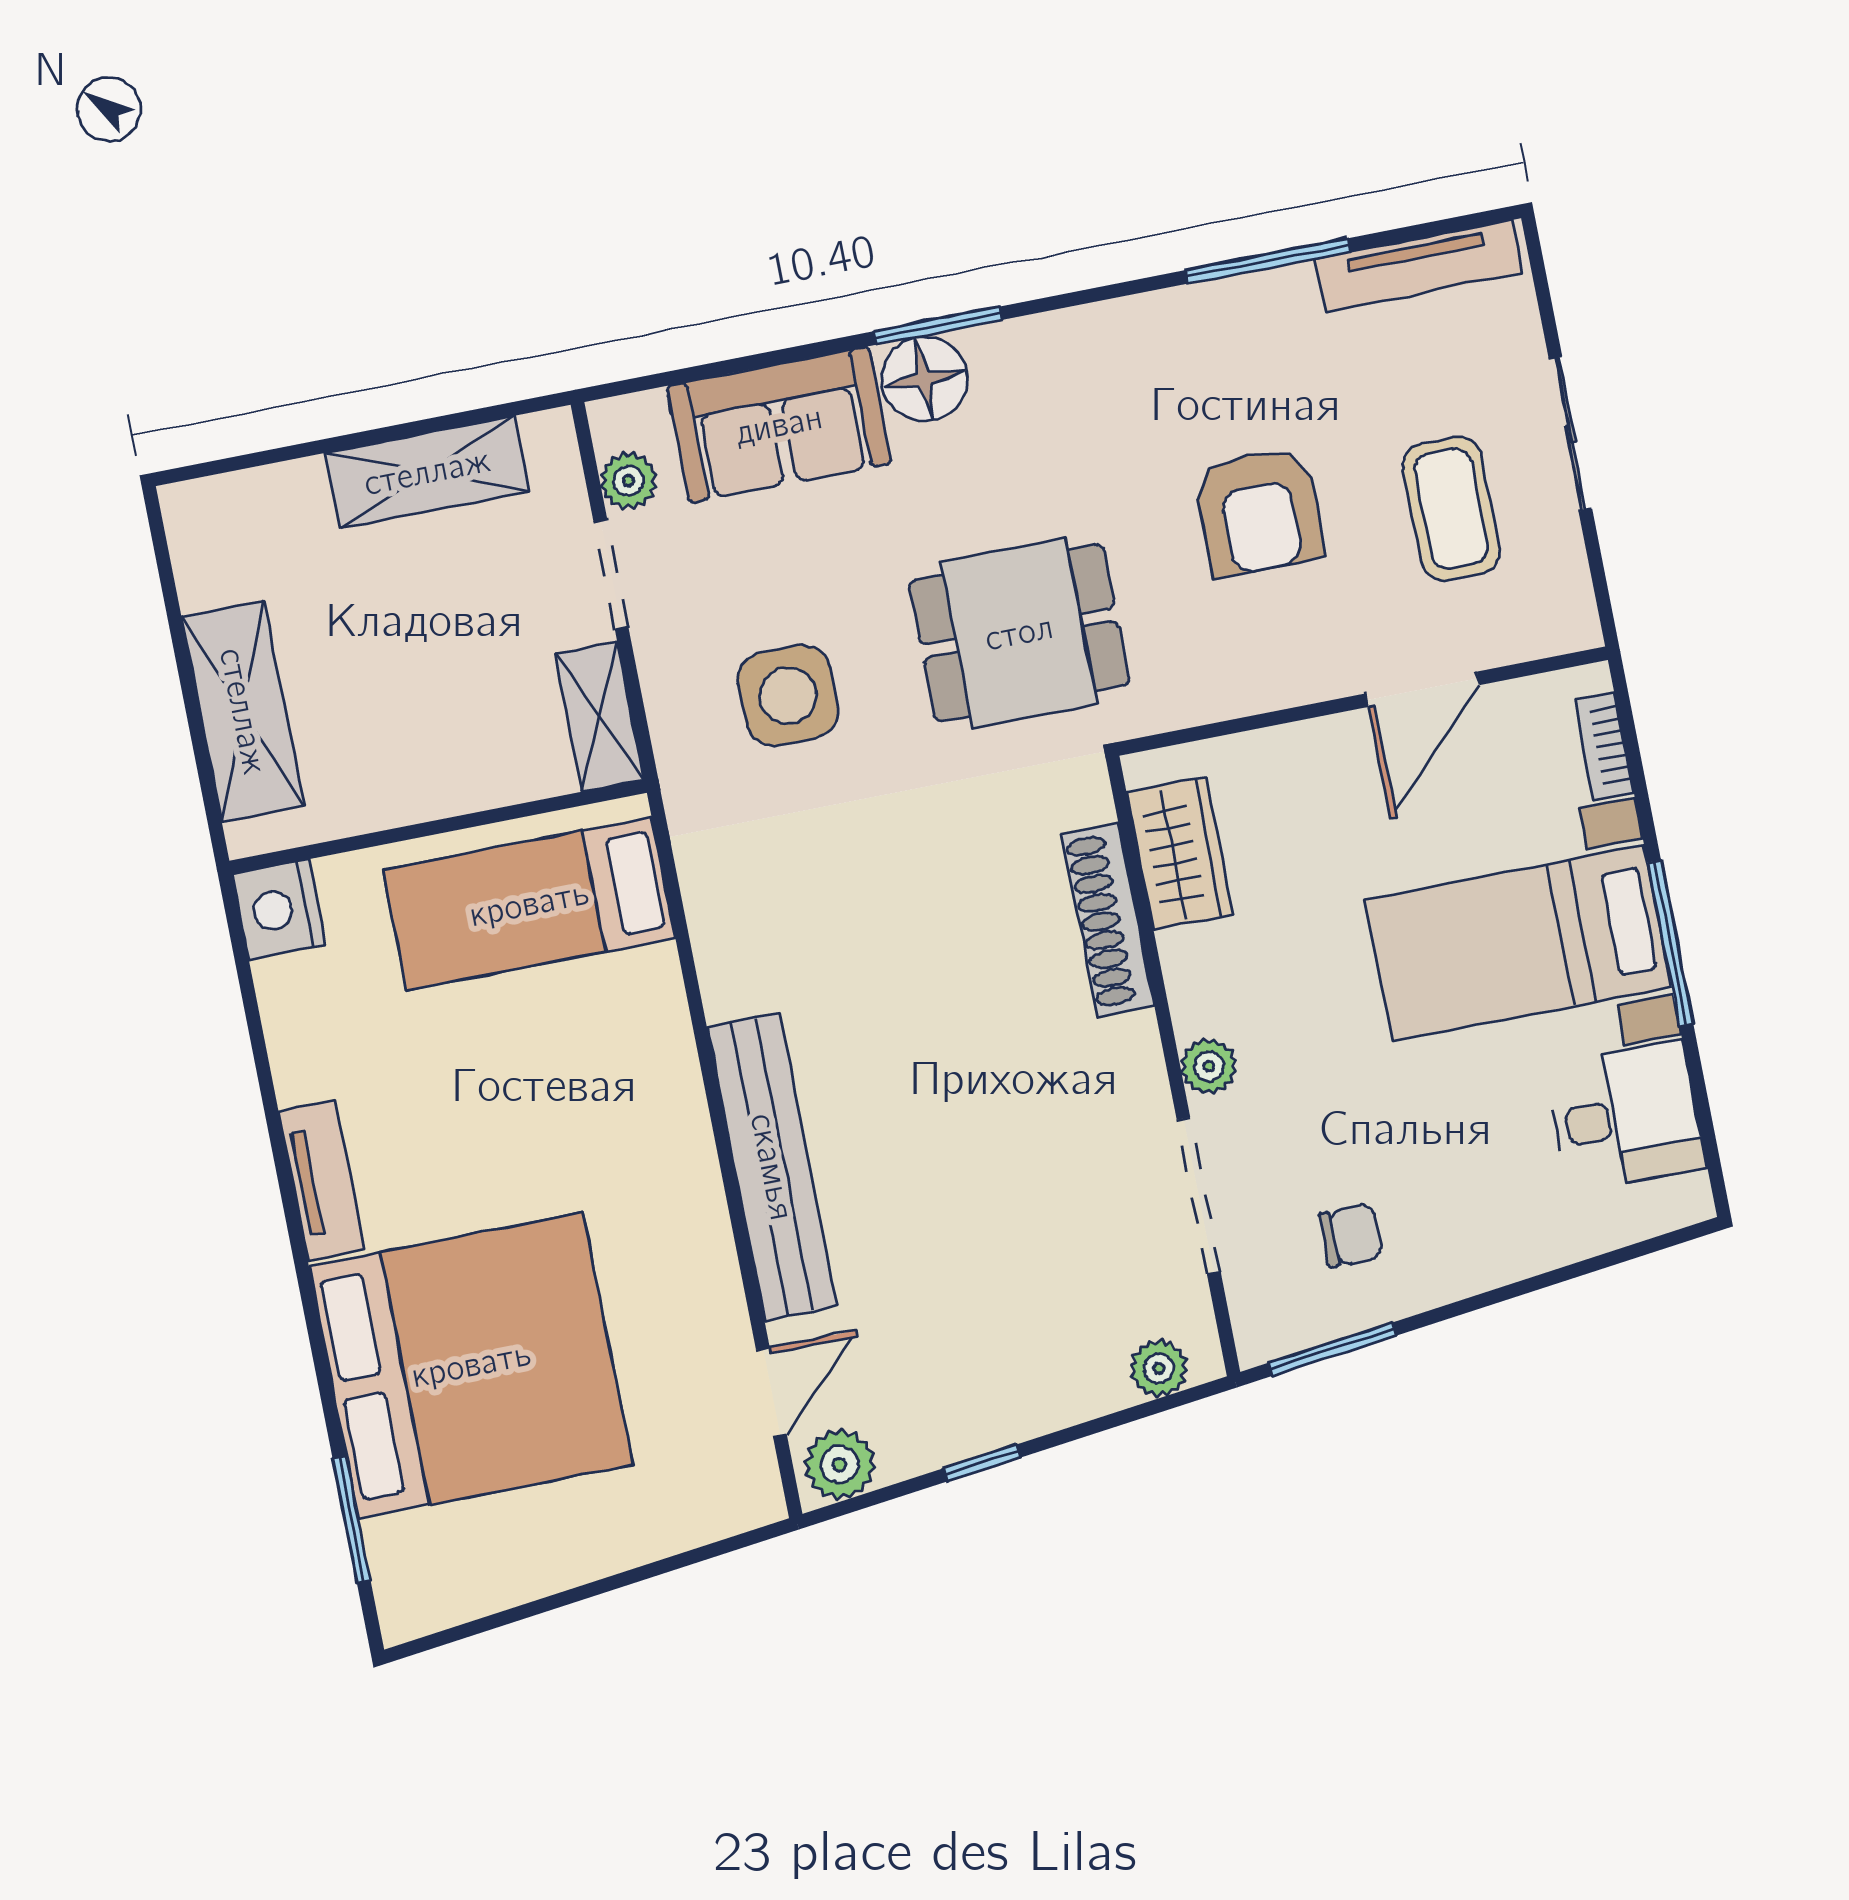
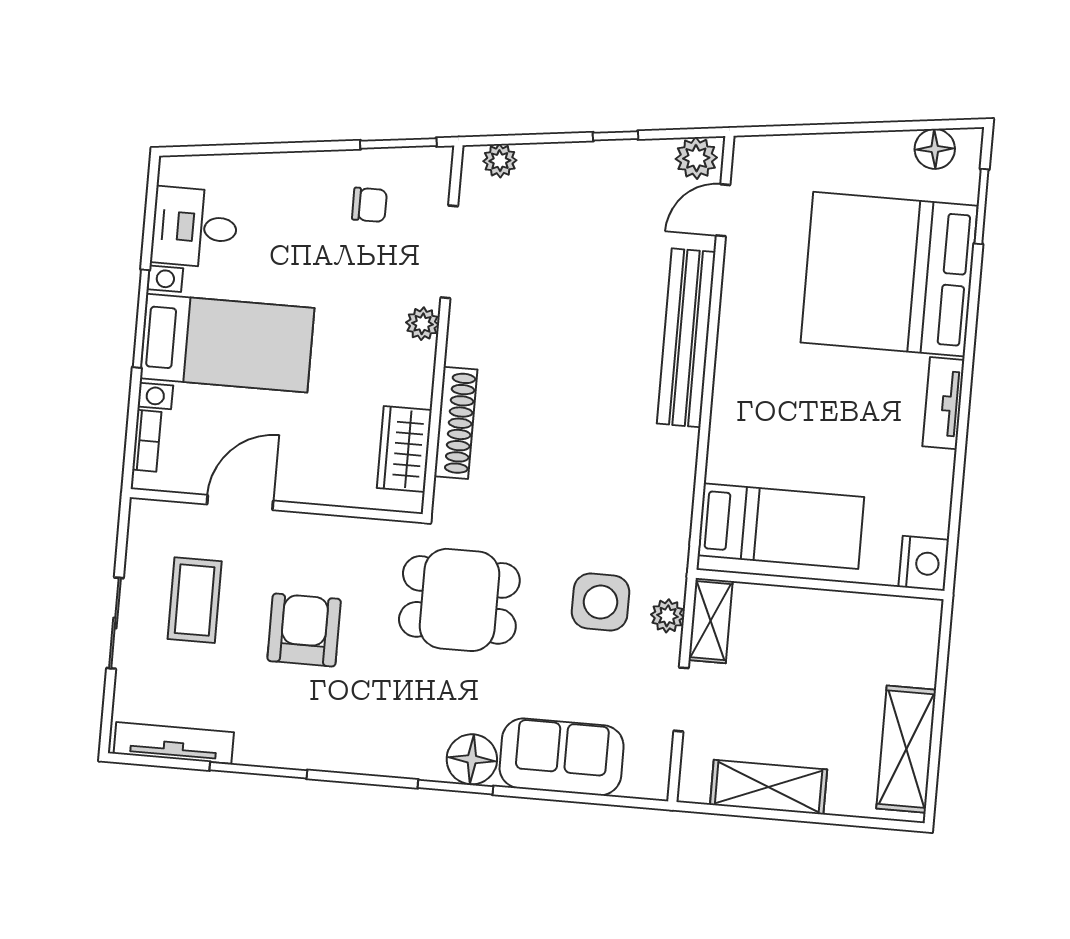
plant: (629, 481) -> (667, 616), moved
shelving: (243, 711) -> (906, 749), moved
chair: (1351, 1235) -> (369, 205), turned 180
floor lamp: (455, 1591) -> (935, 149), added

